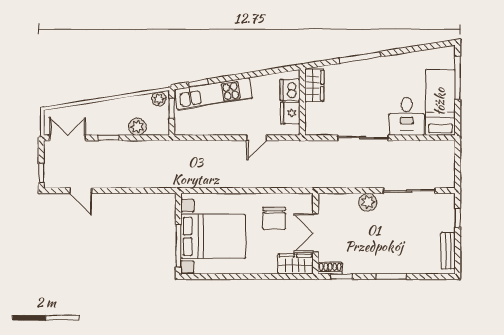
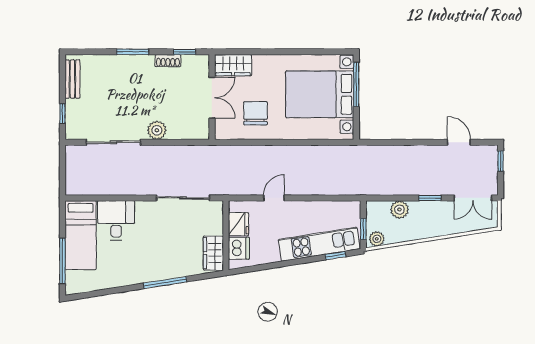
sliding door: (363, 138) -> (183, 198), moved
shoe rack: (330, 268) -> (168, 61), moved

